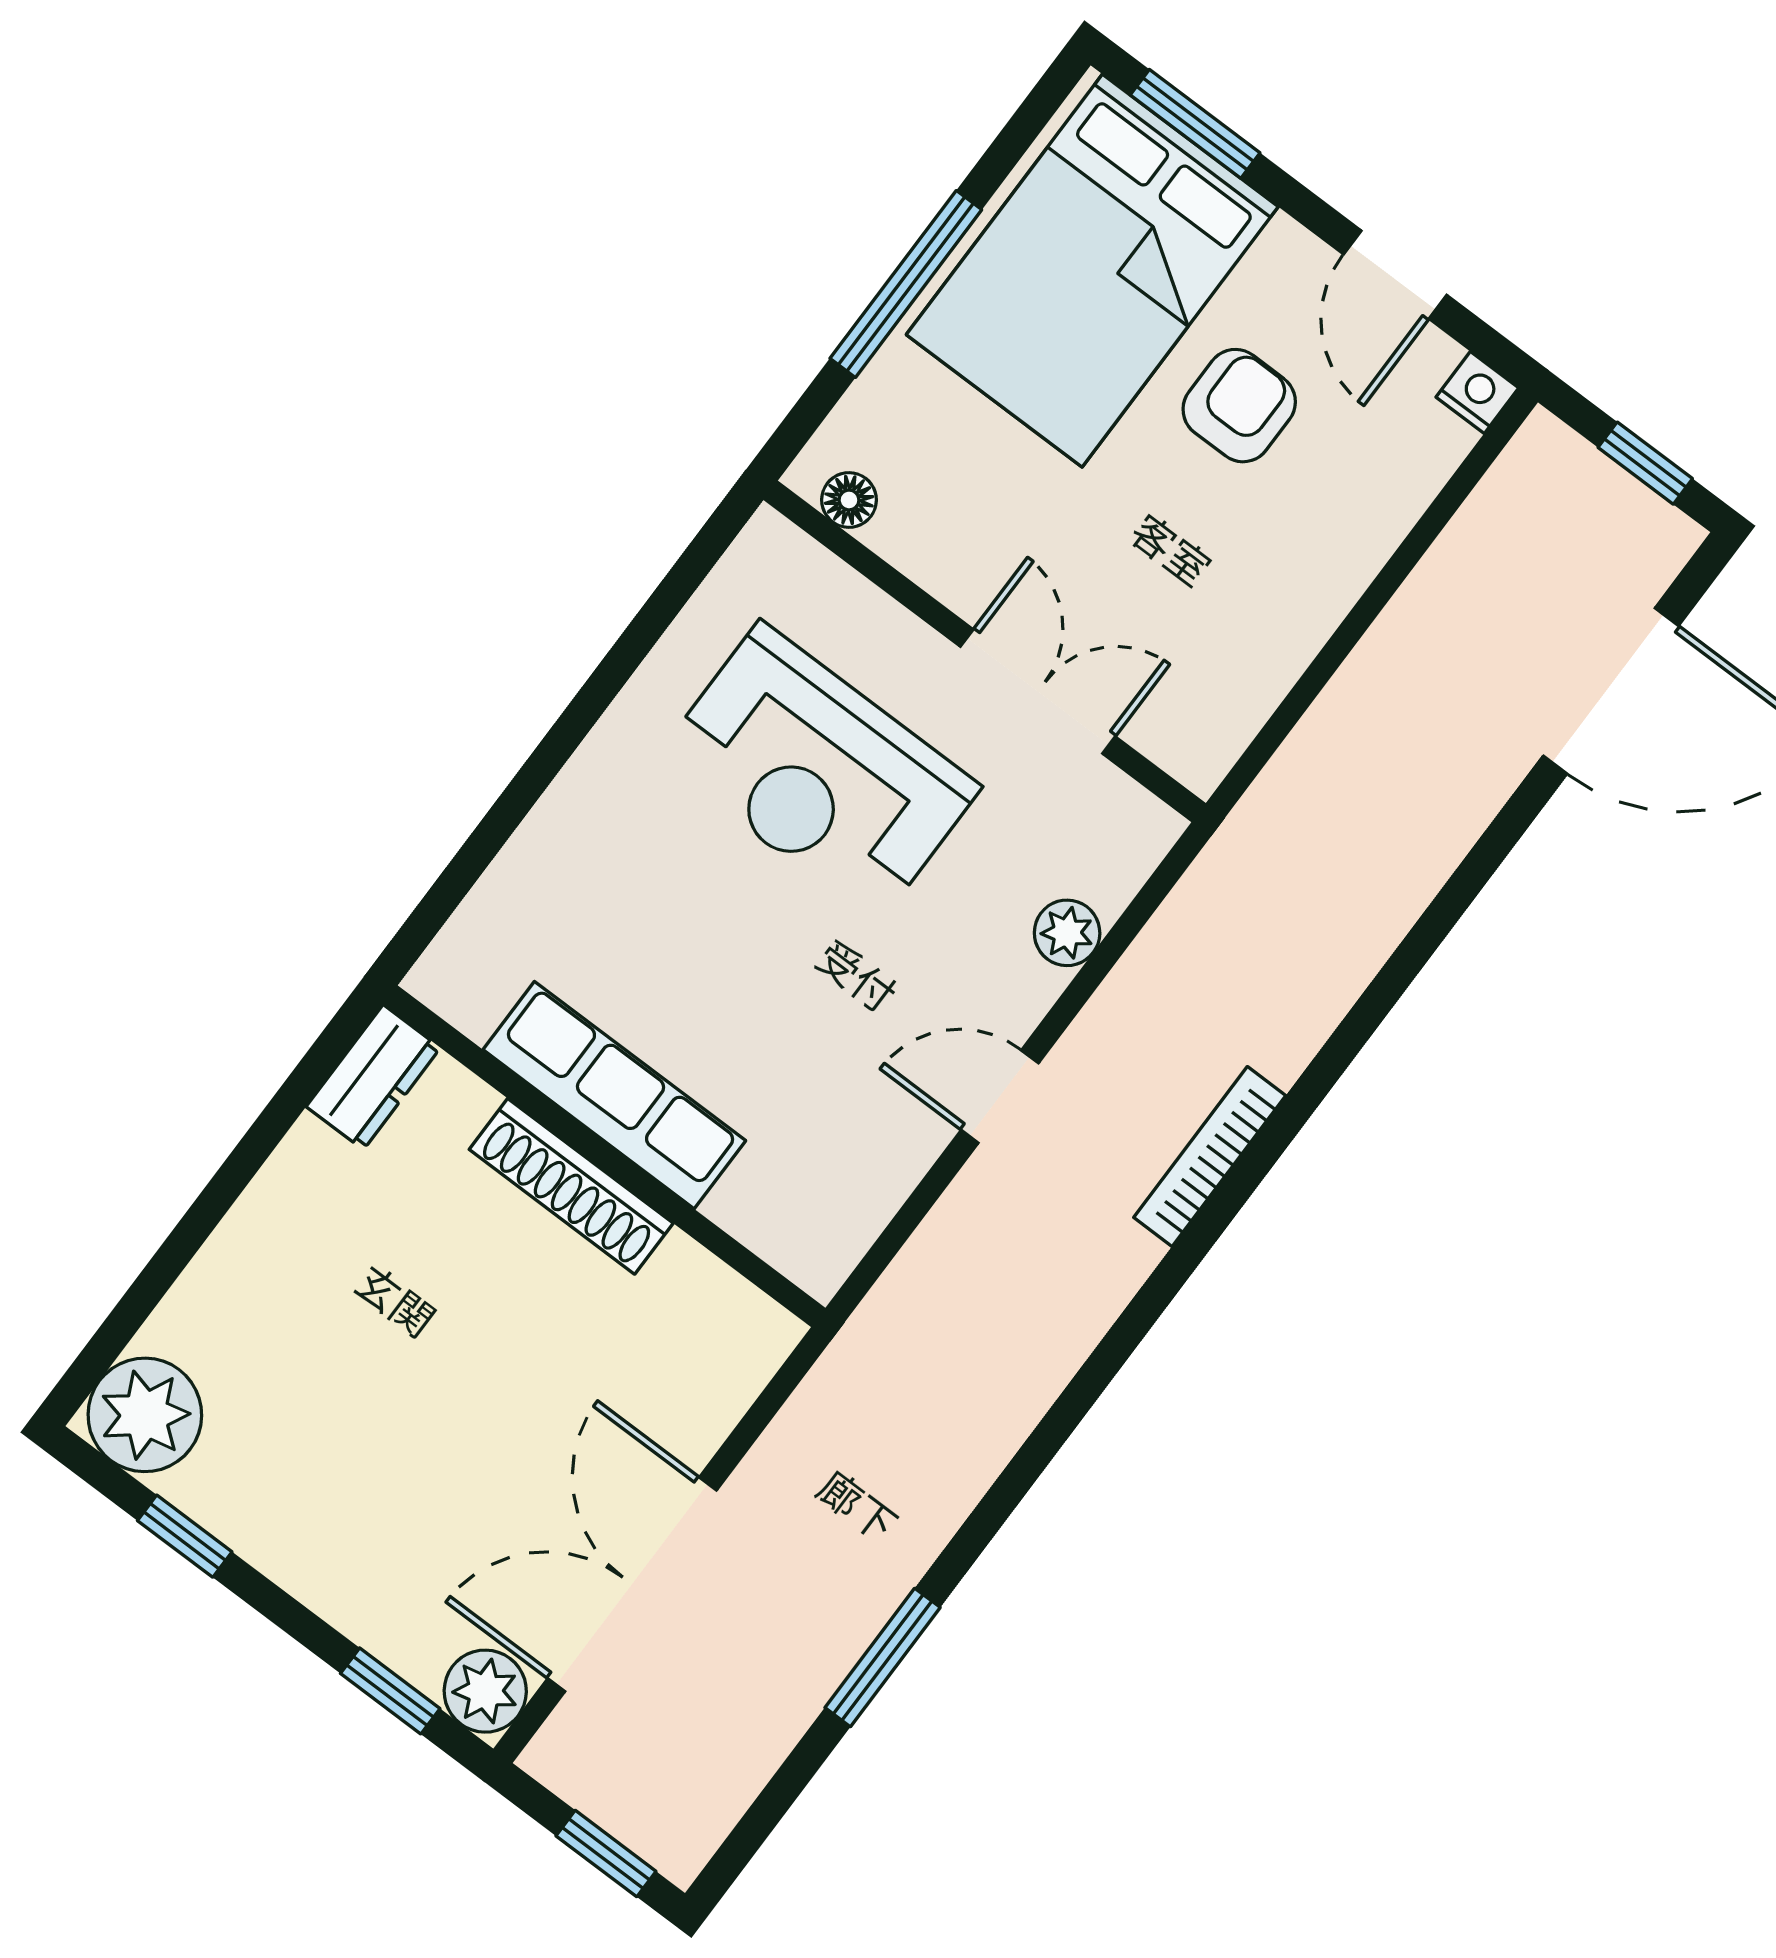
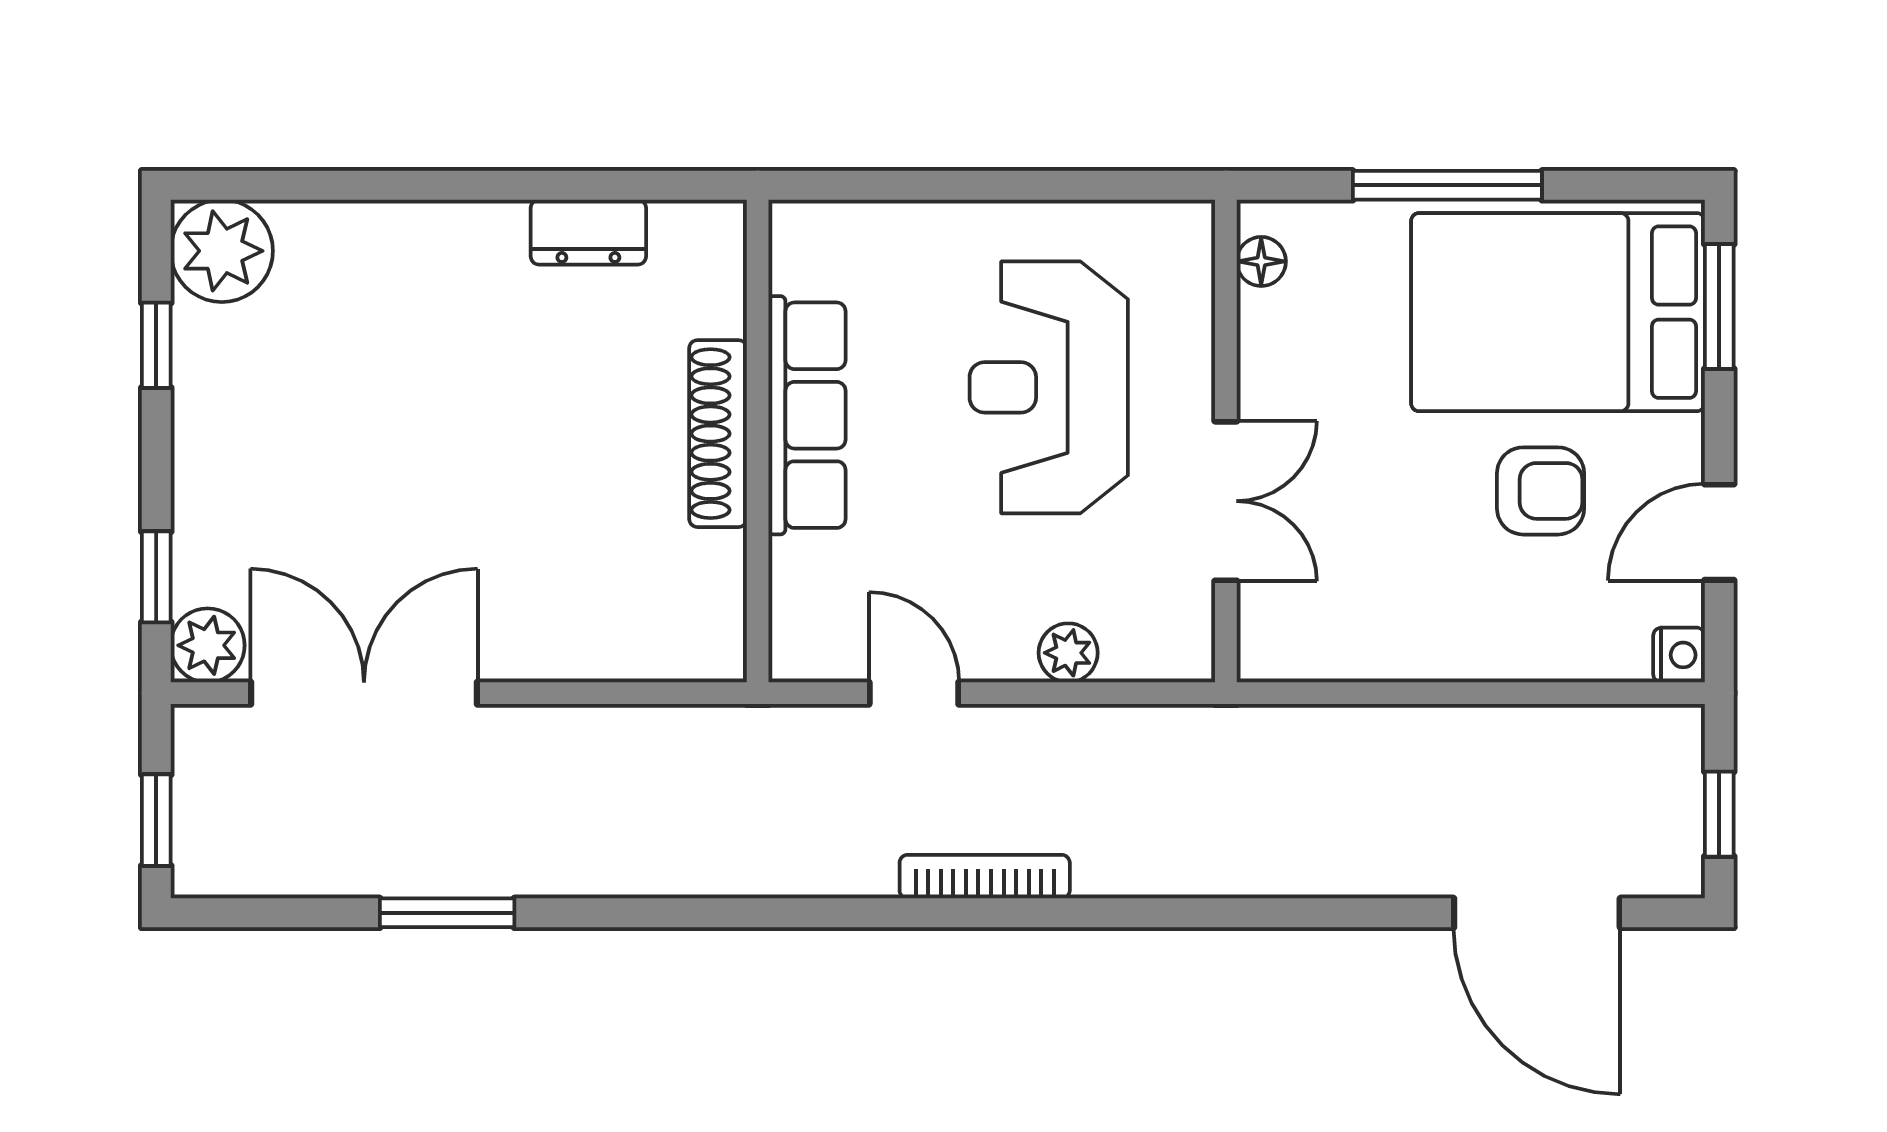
row of seats: (614, 1095) -> (807, 415), moved
wall: (604, 1156) -> (758, 441), moved
shoe rack: (571, 1186) -> (718, 434), moved

